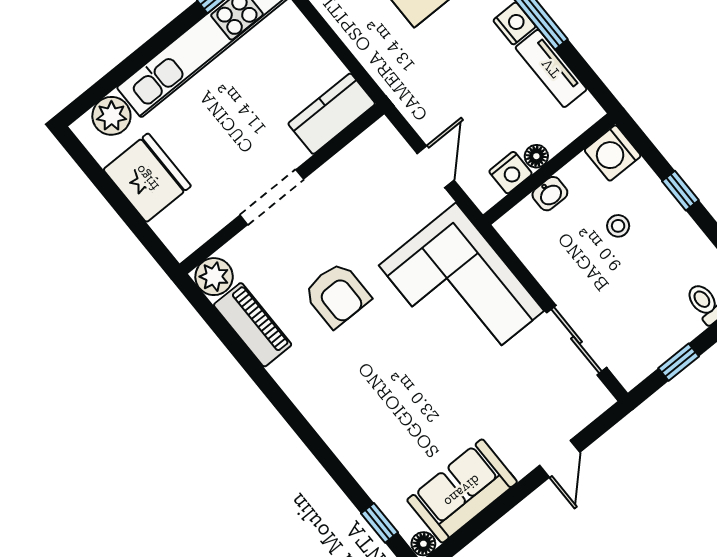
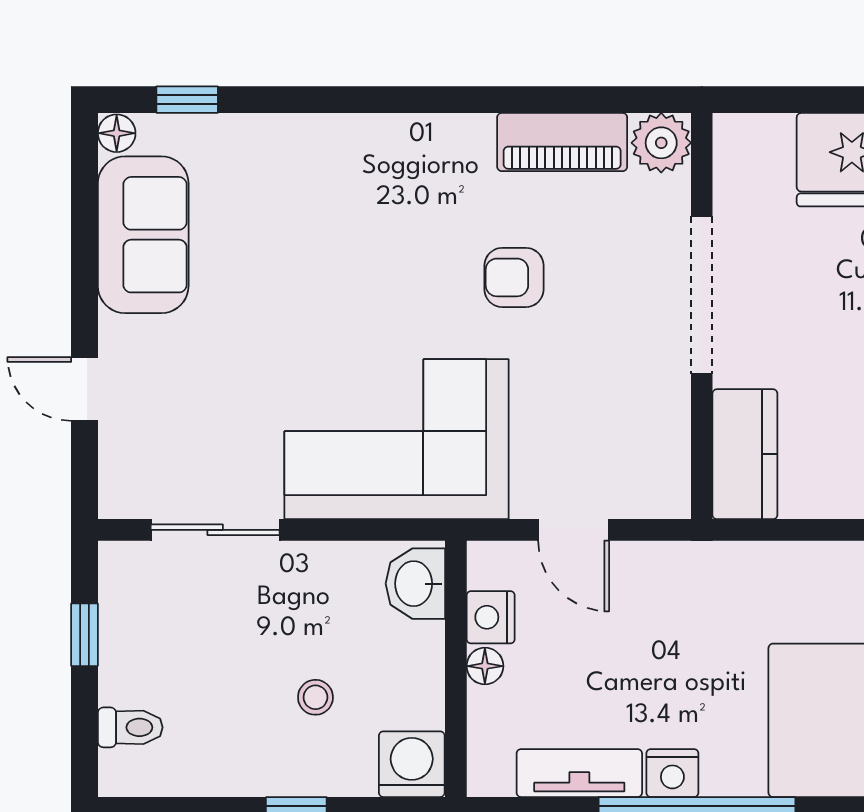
washbasin: (550, 194) -> (415, 584), moved, width x1.38, depth x1.45
doorway: (272, 197) -> (702, 295), width x1.36
armchair: (337, 295) -> (514, 277), width x0.72, depth x0.72

